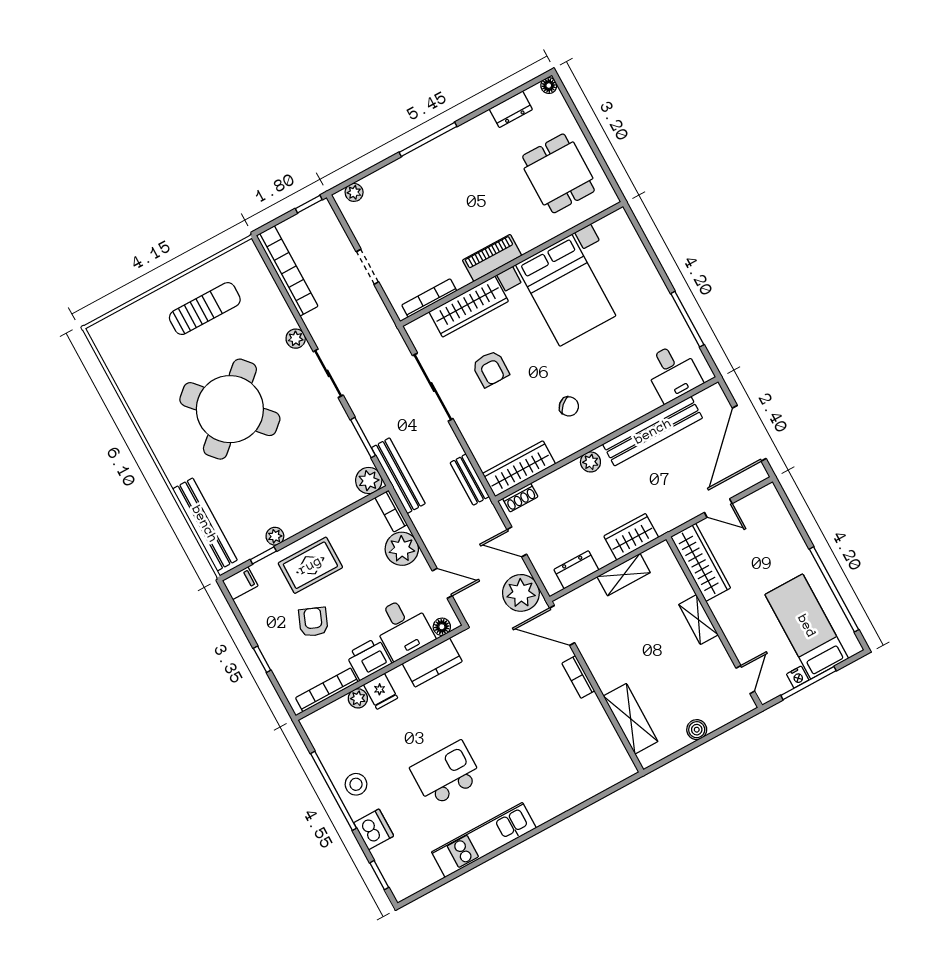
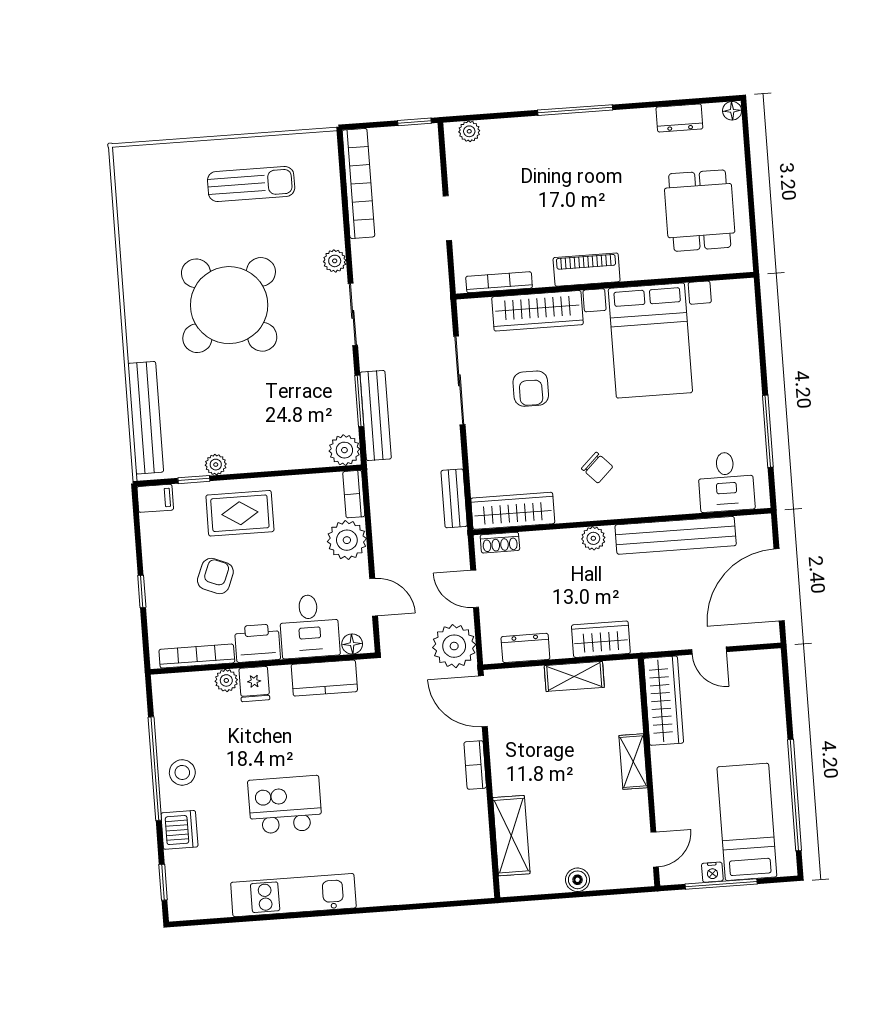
bench: (398, 476) -> (376, 415), moved

